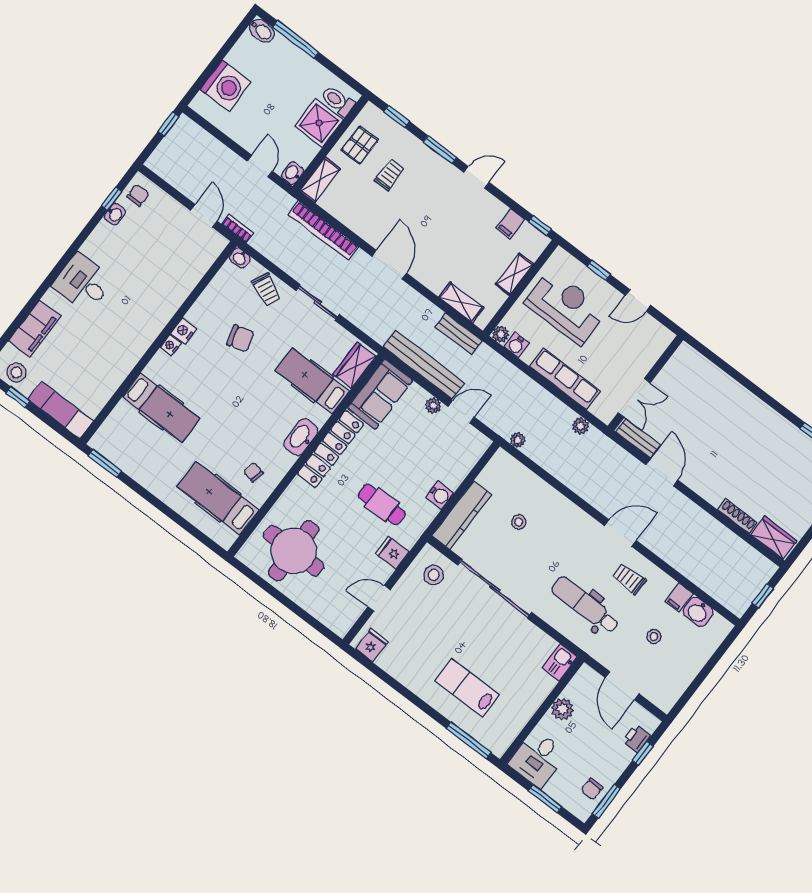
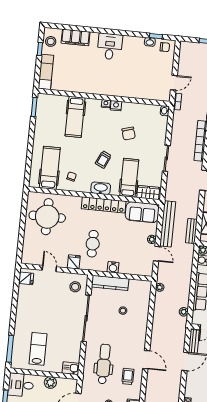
trolley: (266, 290) -> (103, 160), moved
lab bench: (467, 688) -> (38, 349), moved

